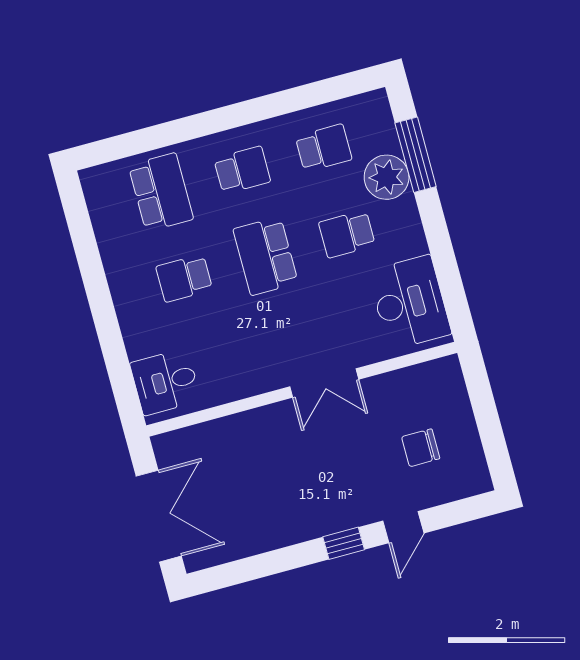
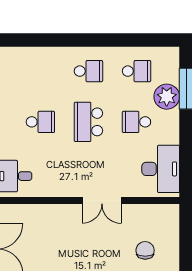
school desk: (161, 192) -> (40, 71), removed
school desk: (184, 278) -> (40, 122), turned 180
chair: (421, 448) -> (145, 250), turned 90

